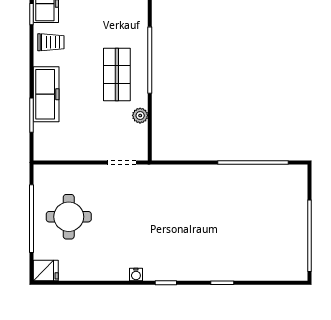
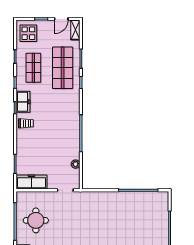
shop shelf: (117, 75) -> (63, 141), removed
freezer: (46, 94) -> (31, 182), moved, turned -90

